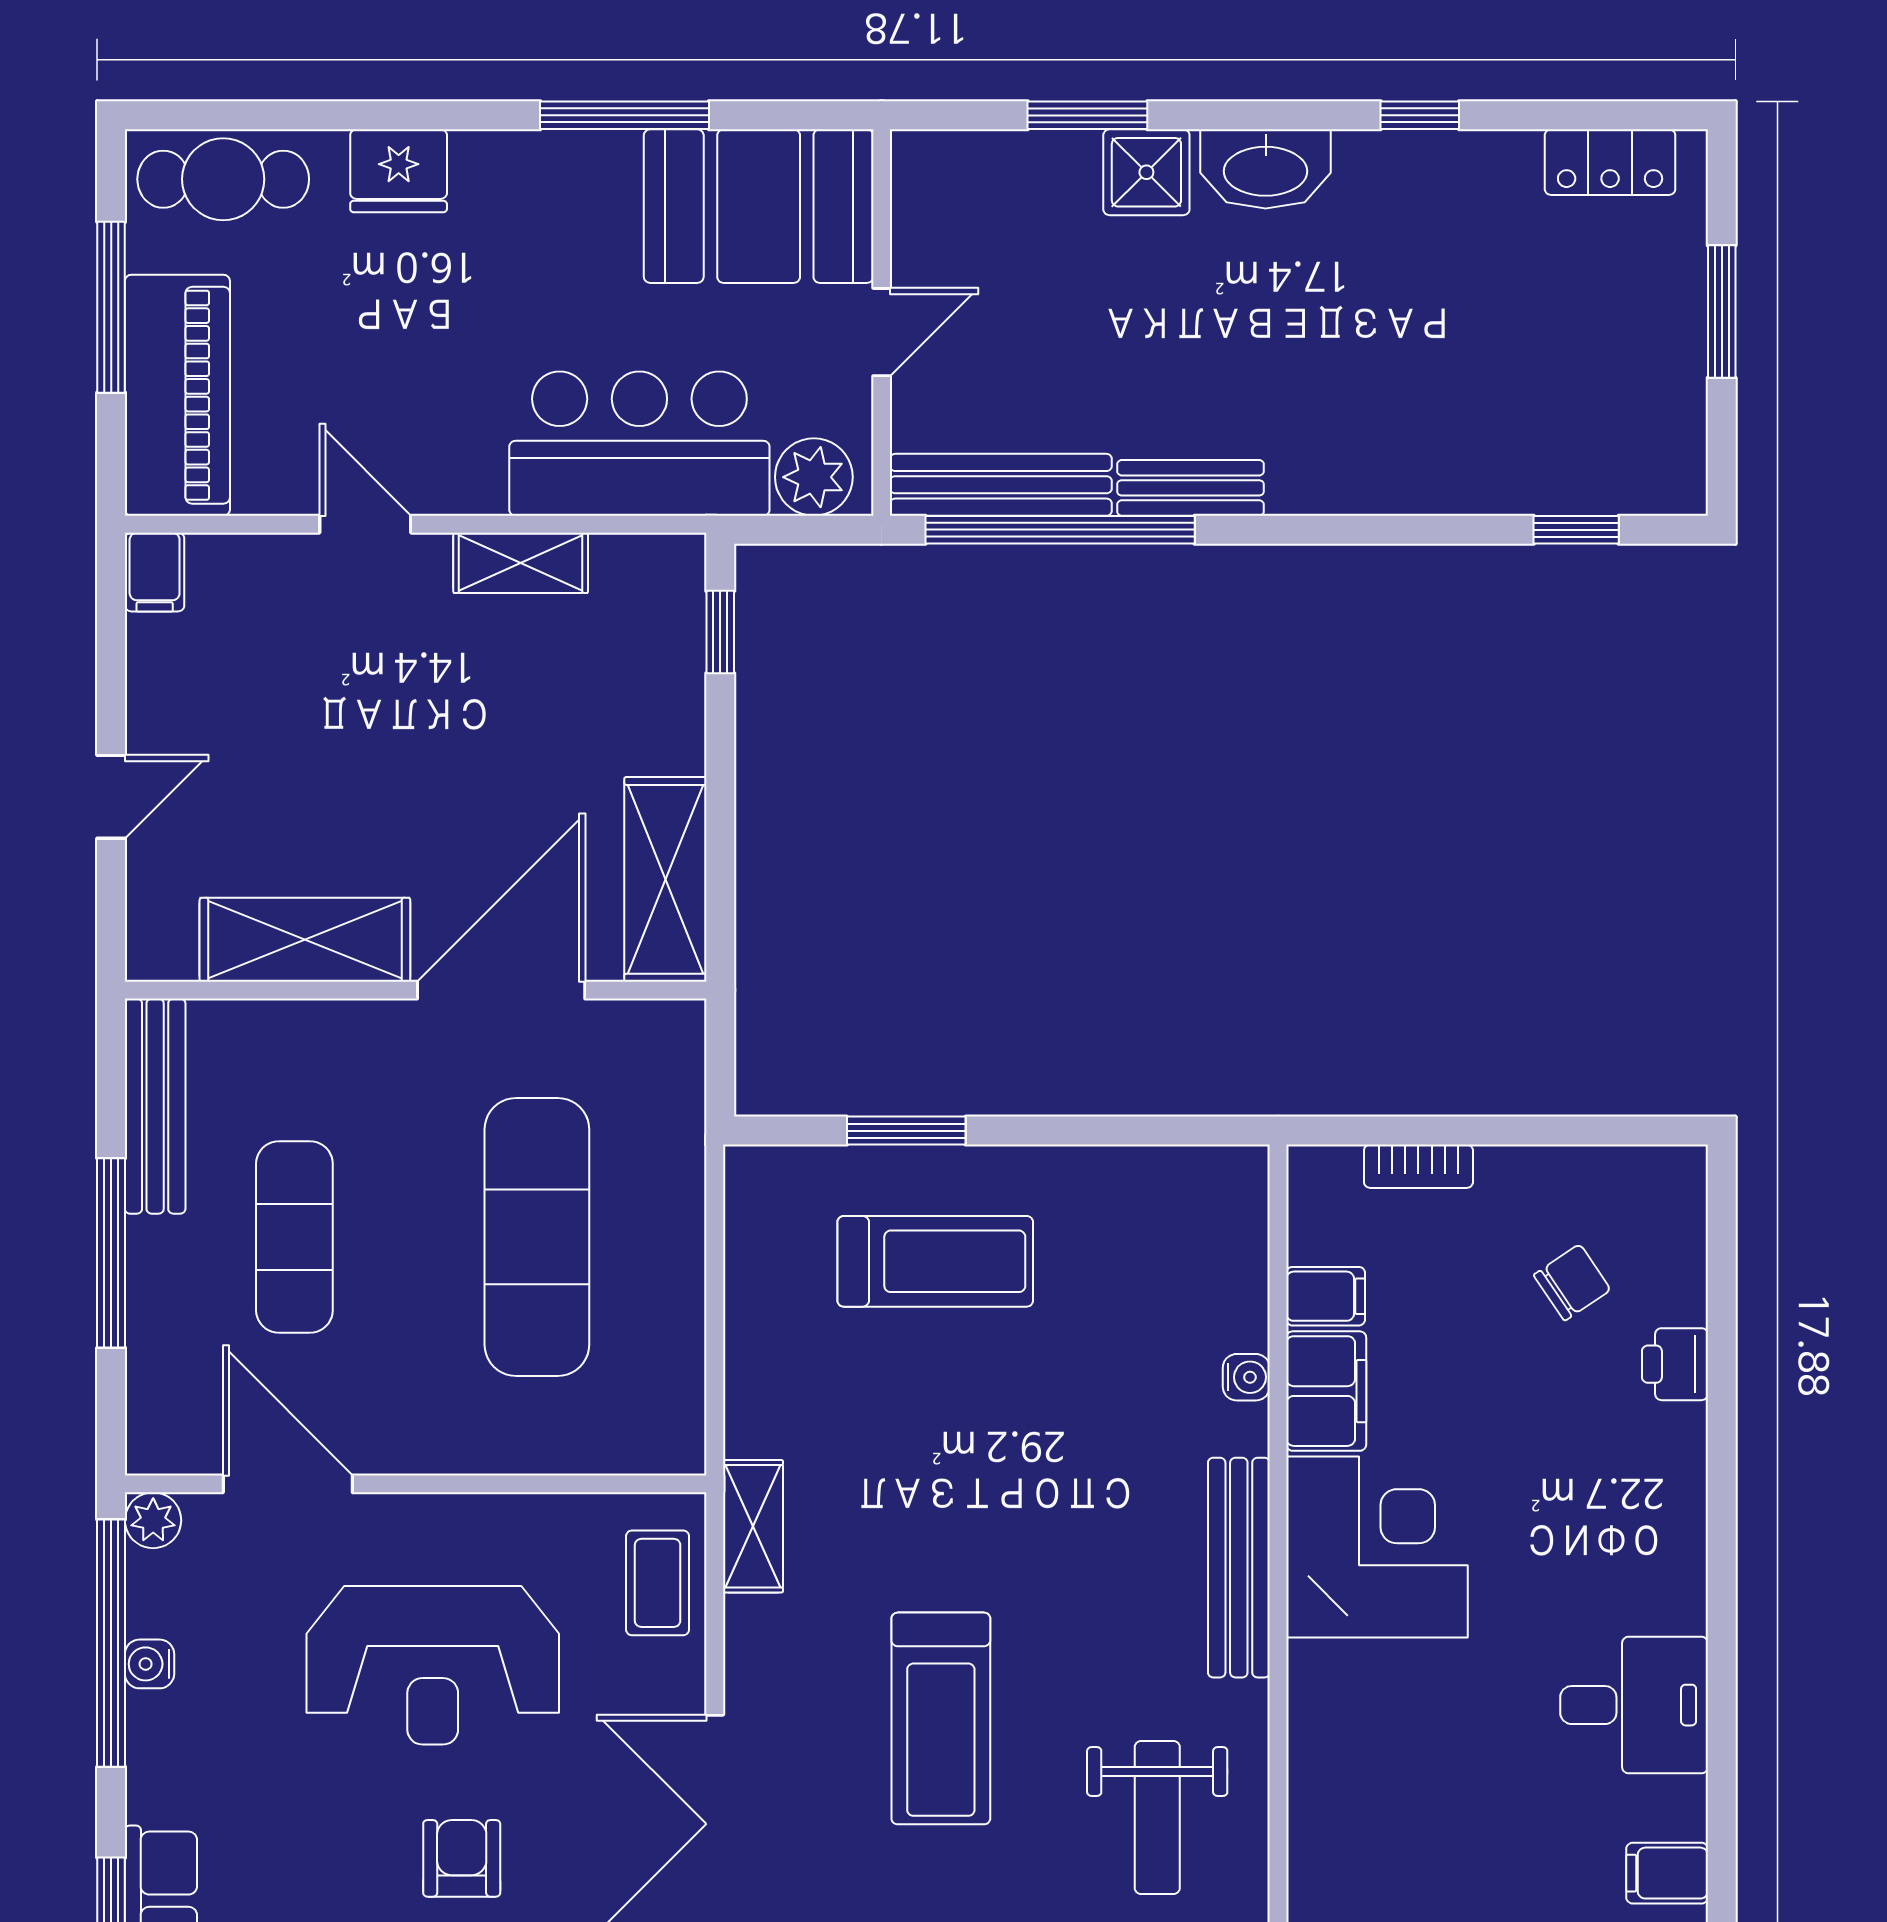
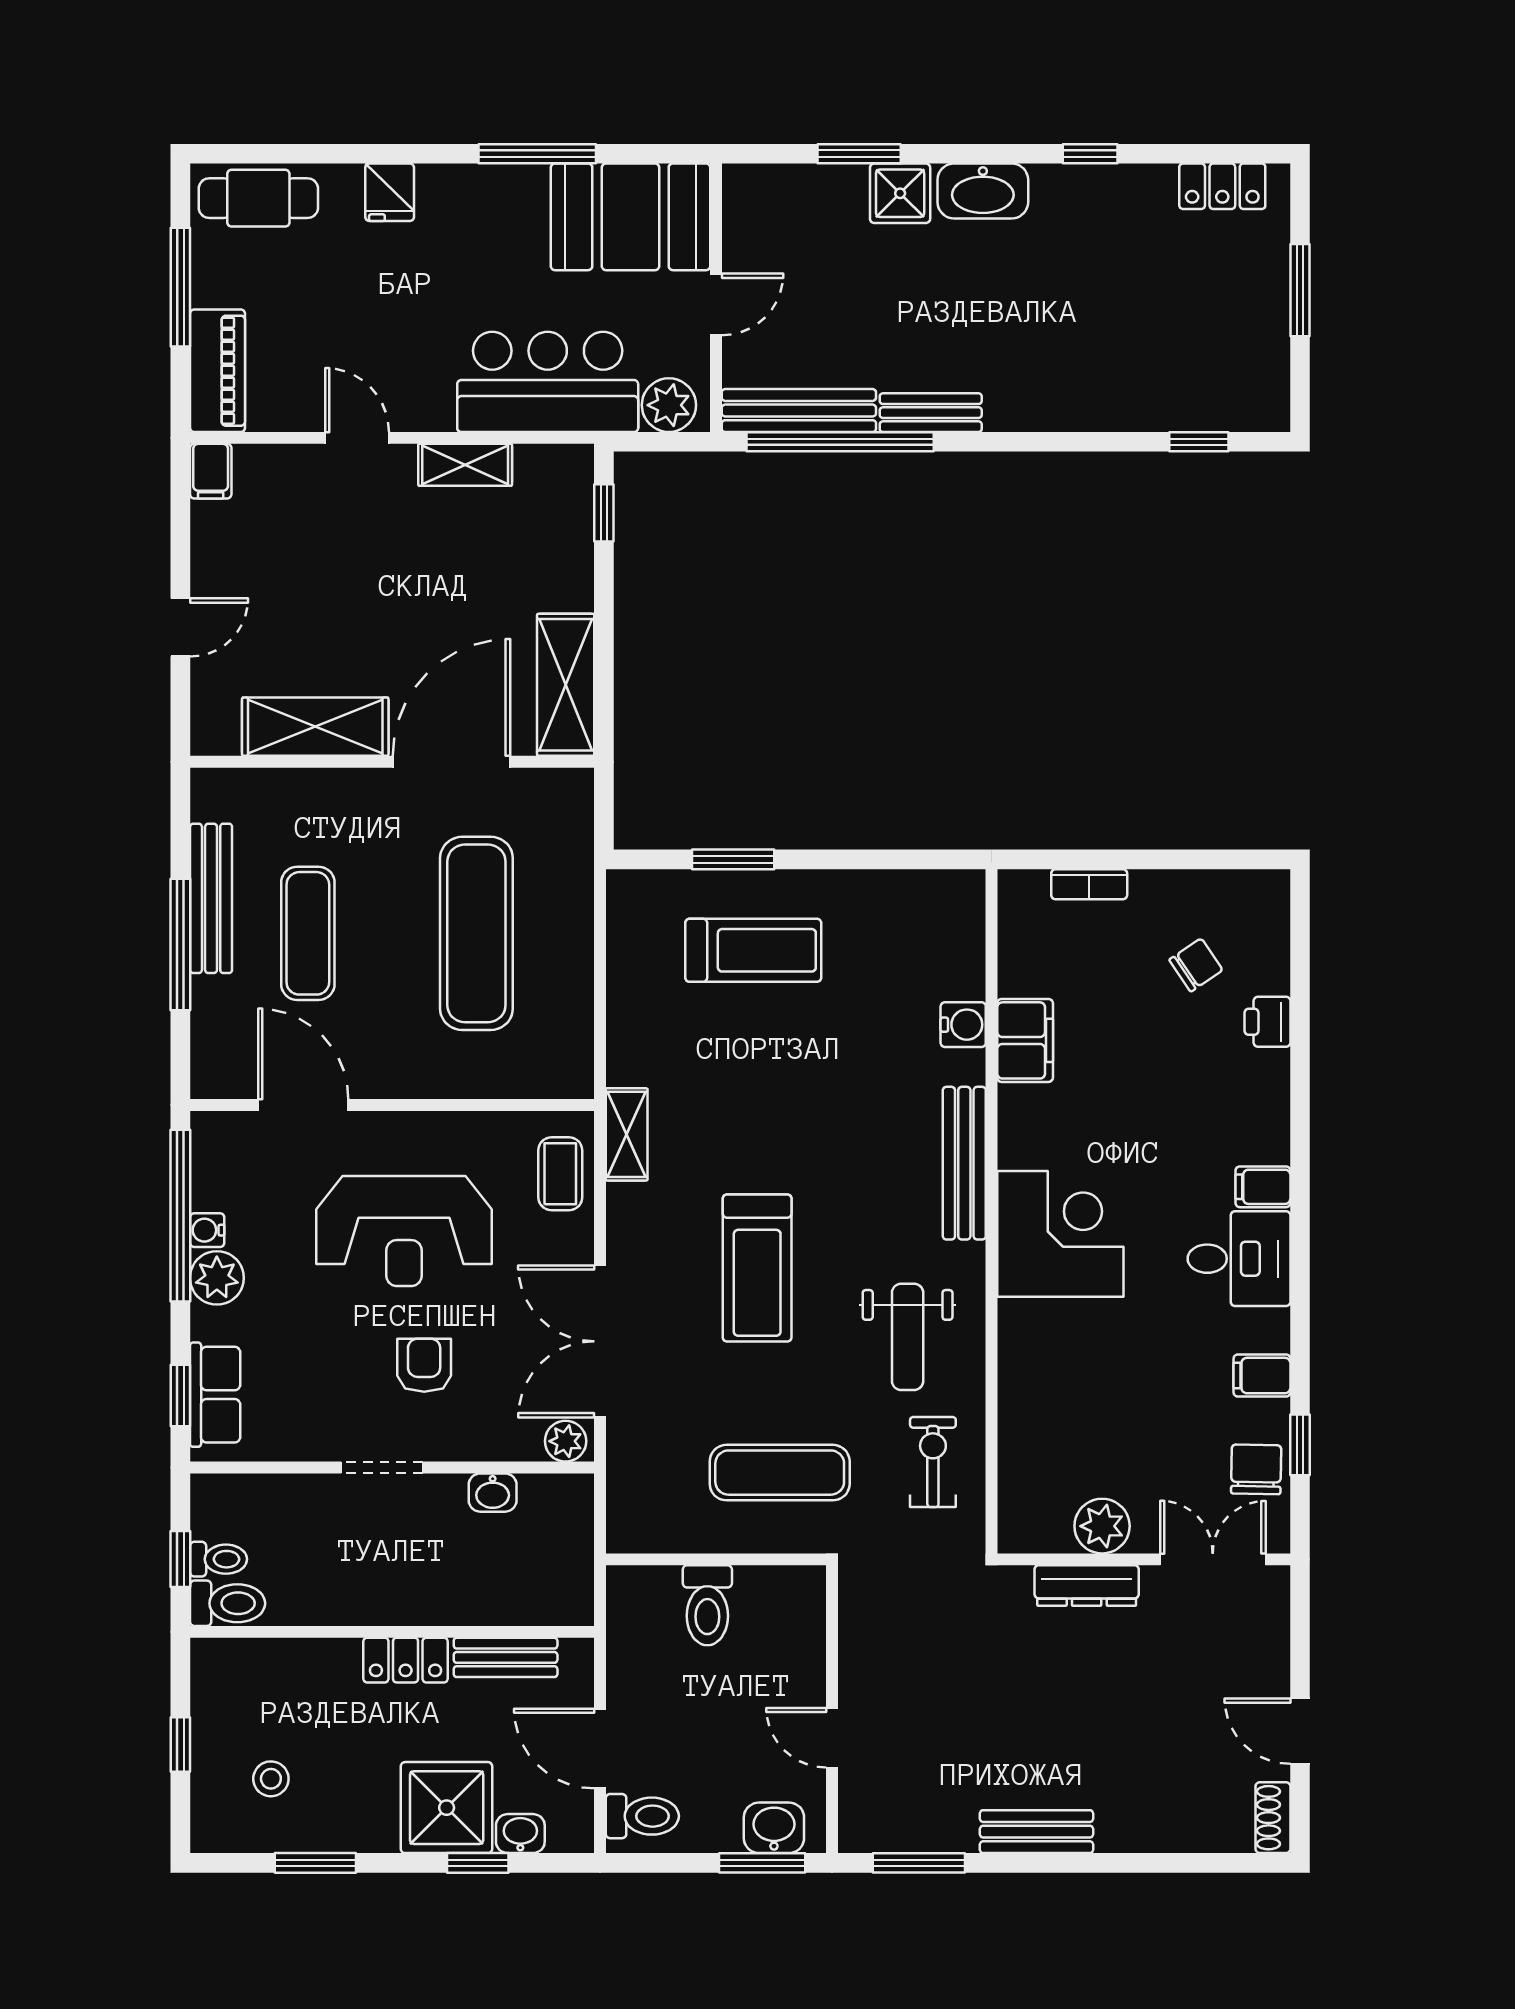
fridge: (399, 171) -> (390, 192), width x0.72
piano: (177, 395) -> (218, 371), width x0.73, depth x0.75
bench: (155, 1106) -> (211, 898), moved
filing cabinet: (1326, 1296) -> (1263, 1187), moved, turned 180
water cooler: (1246, 1377) -> (963, 1025), width x1.38, depth x1.38
plant: (153, 1520) -> (217, 1278), moved, width x1.38, depth x1.38
corner desk: (1377, 1547) -> (1060, 1234), moved

